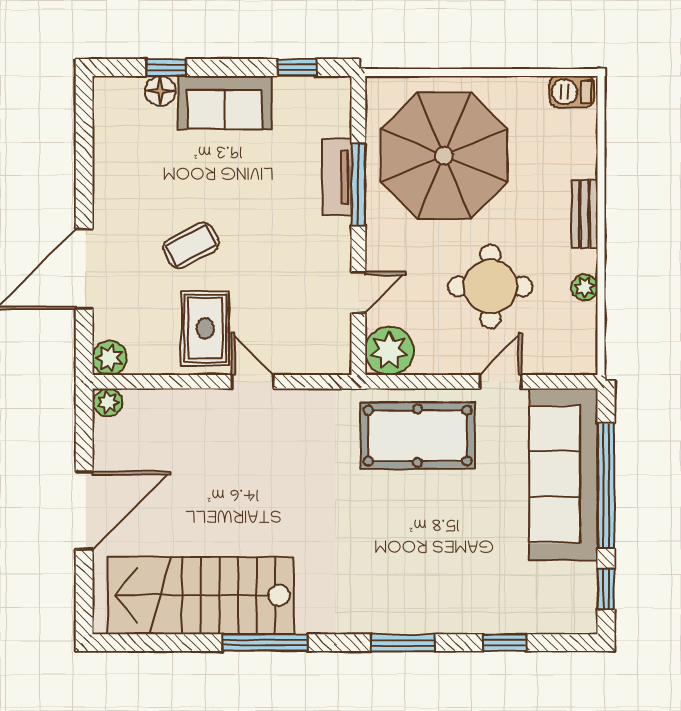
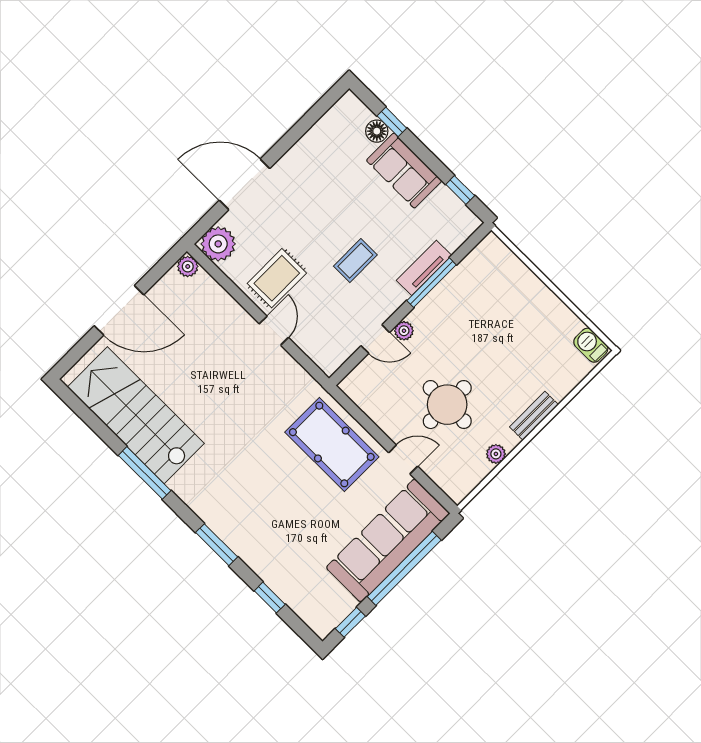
parasol: (444, 156) -> (491, 312), removed
coffee table: (191, 245) -> (355, 261), moved, turned -62
plant: (389, 351) -> (404, 331), moved, width x0.53, depth x0.53
plant: (110, 358) -> (218, 244), width x1.36, depth x1.36

